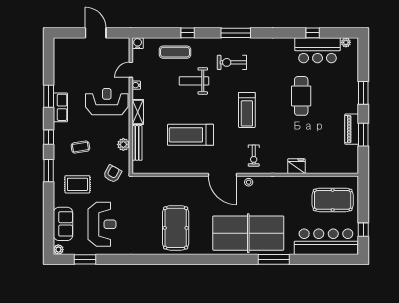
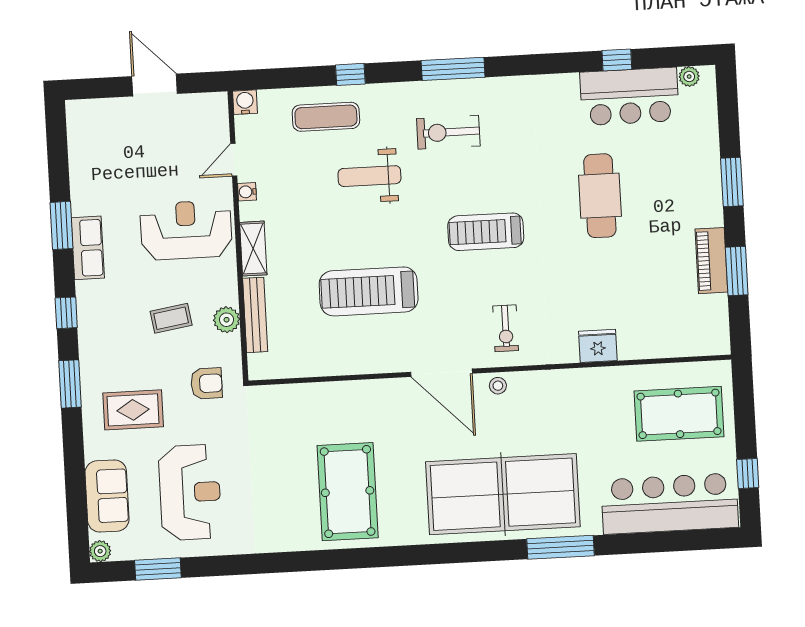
treadmill: (247, 110) -> (486, 232), turned 90
coffee table: (80, 147) -> (171, 318), moved
armchair: (112, 174) -> (207, 383), turned 61

